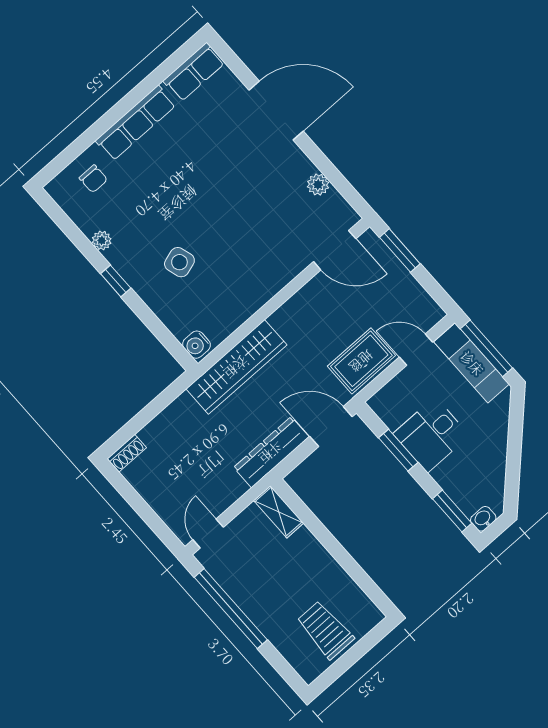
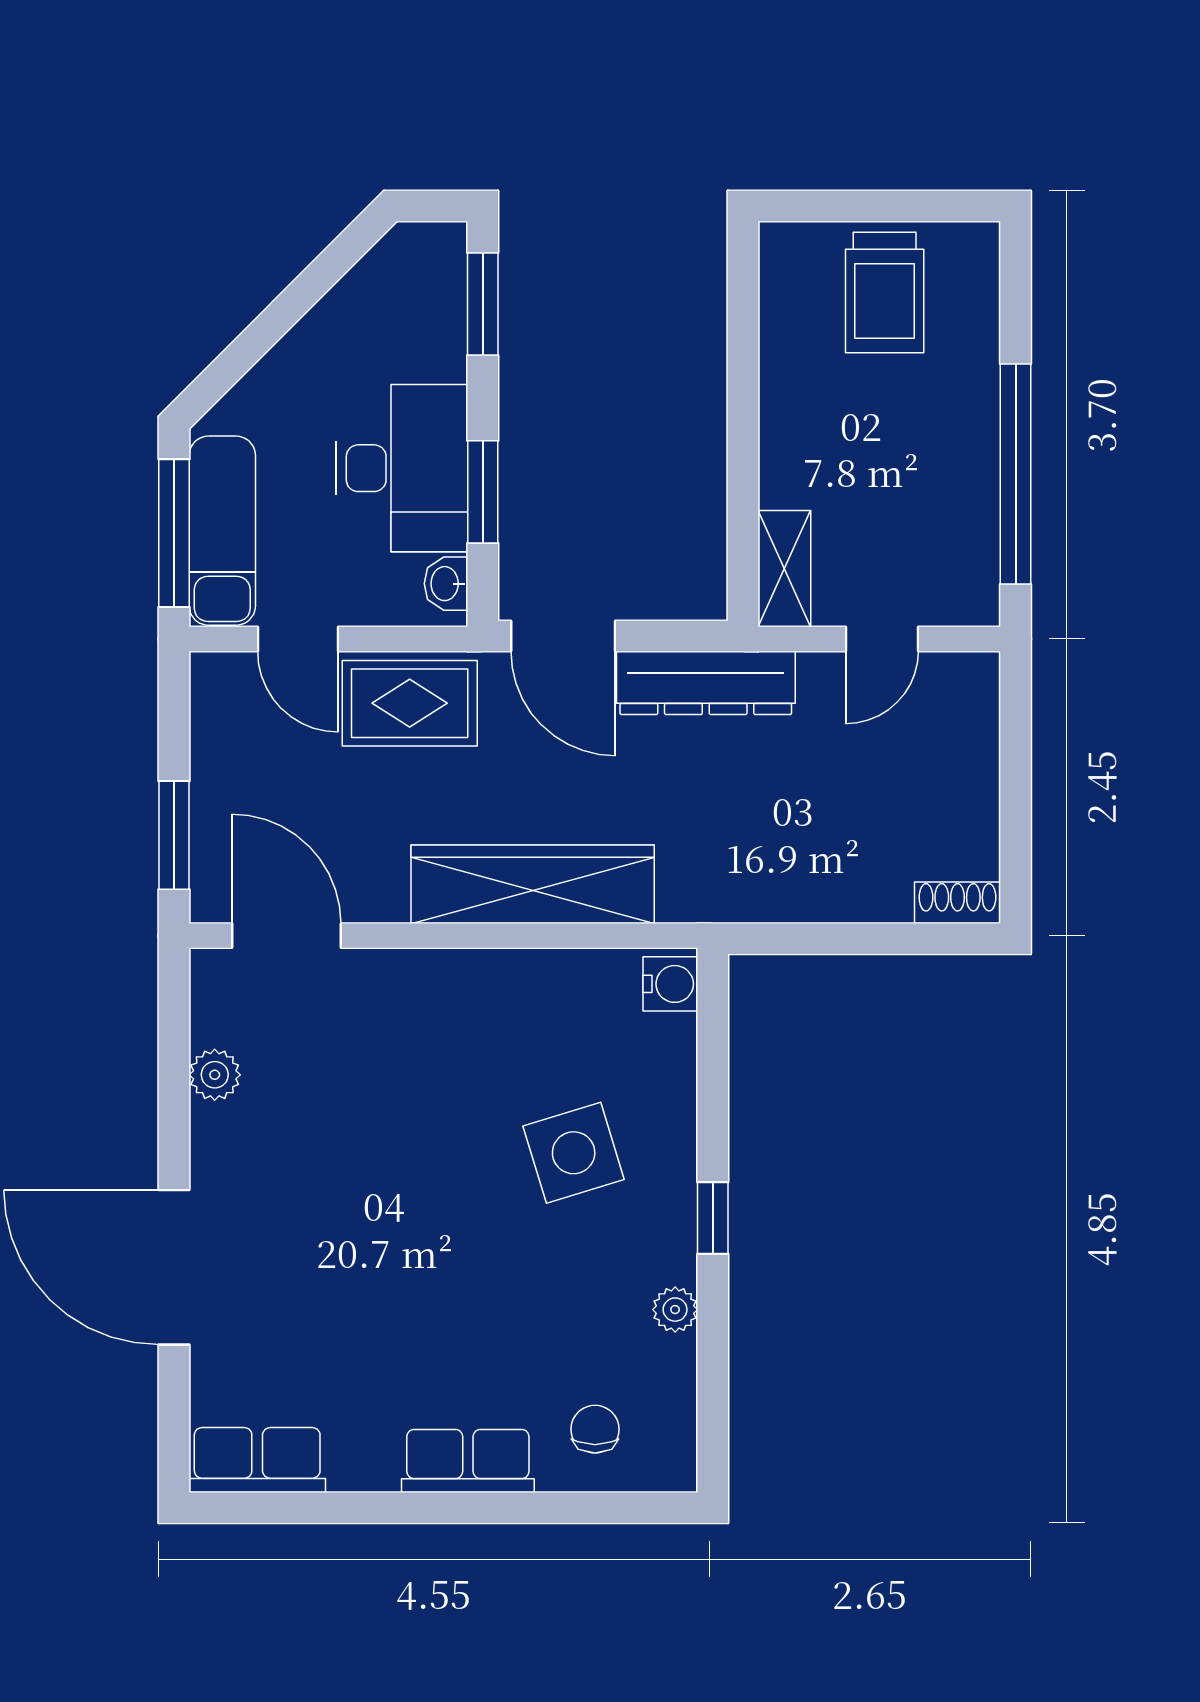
row of seats: (136, 123) -> (468, 1461), width x0.68
side table: (179, 262) -> (574, 1153), width x1.37, depth x1.37
wardrobe: (236, 367) -> (533, 884), moved
desk: (431, 435) -> (402, 468), width x1.37
washbasin: (483, 519) -> (446, 584), moved, turned 90
door: (208, 533) -> (882, 639), moved

